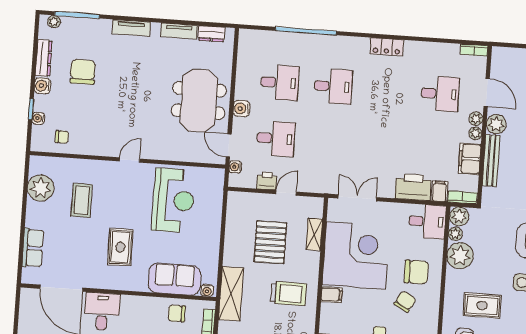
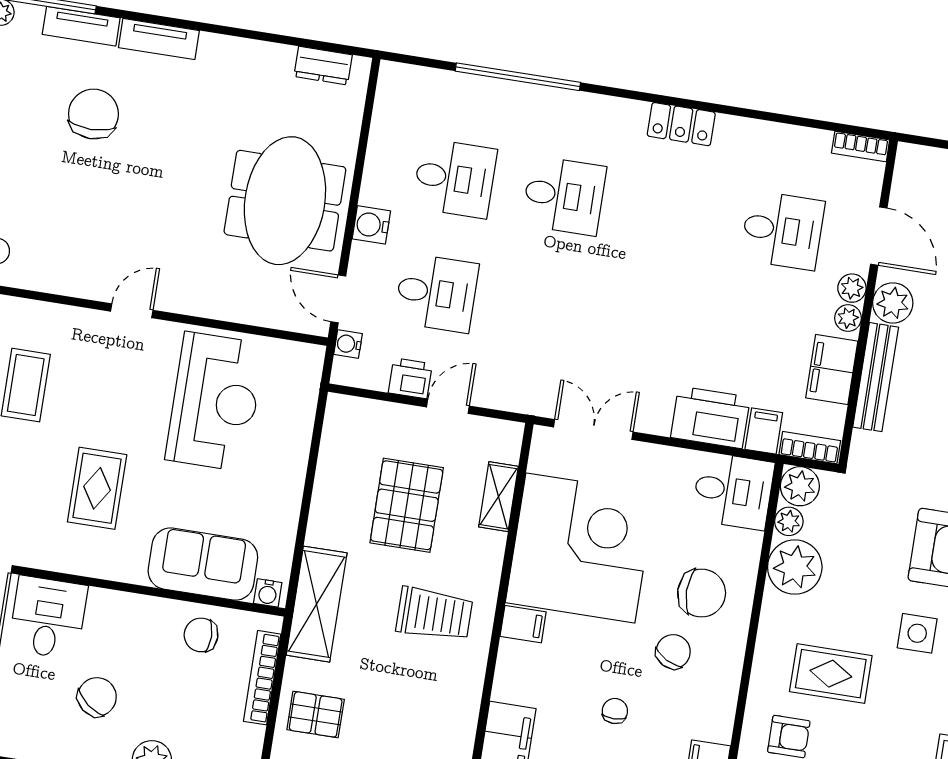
tv unit: (179, 31) -> (81, 26), moved
chair: (83, 72) -> (93, 114), moved

